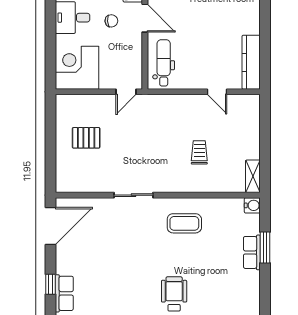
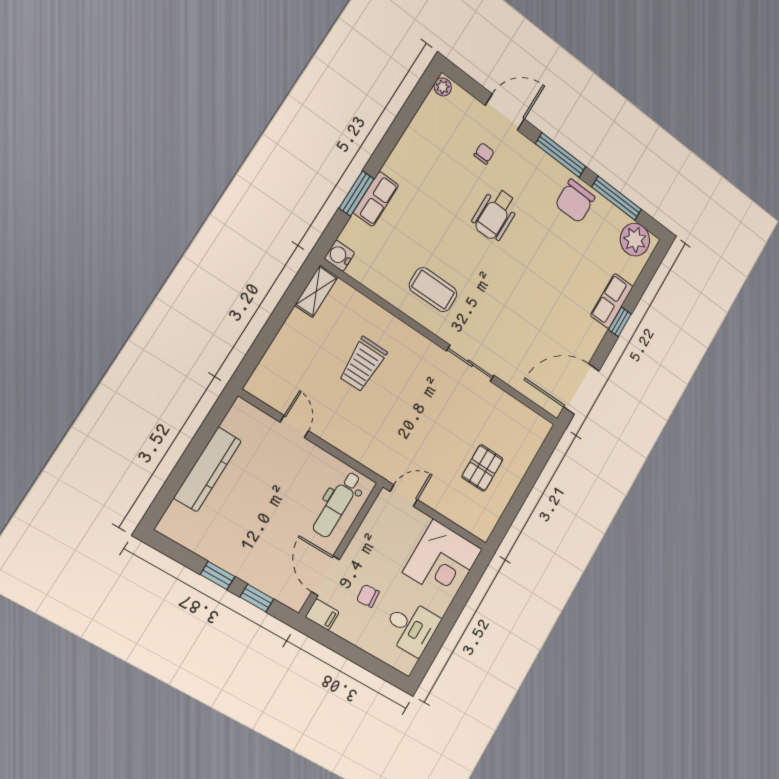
kitchen counter: (251, 62) -> (208, 469), moved
pallet: (86, 138) -> (482, 468), turned 90
trolley: (199, 152) -> (363, 364), width x1.36, depth x1.39

